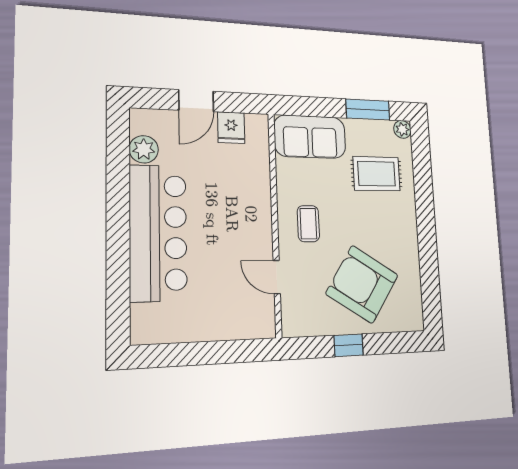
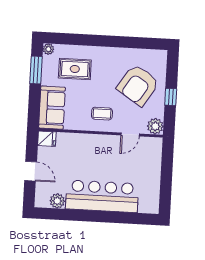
fridge: (231, 128) -> (47, 139), moved
rug: (377, 174) -> (75, 69), turned 90
plant: (295, 322) -> (155, 126), added

